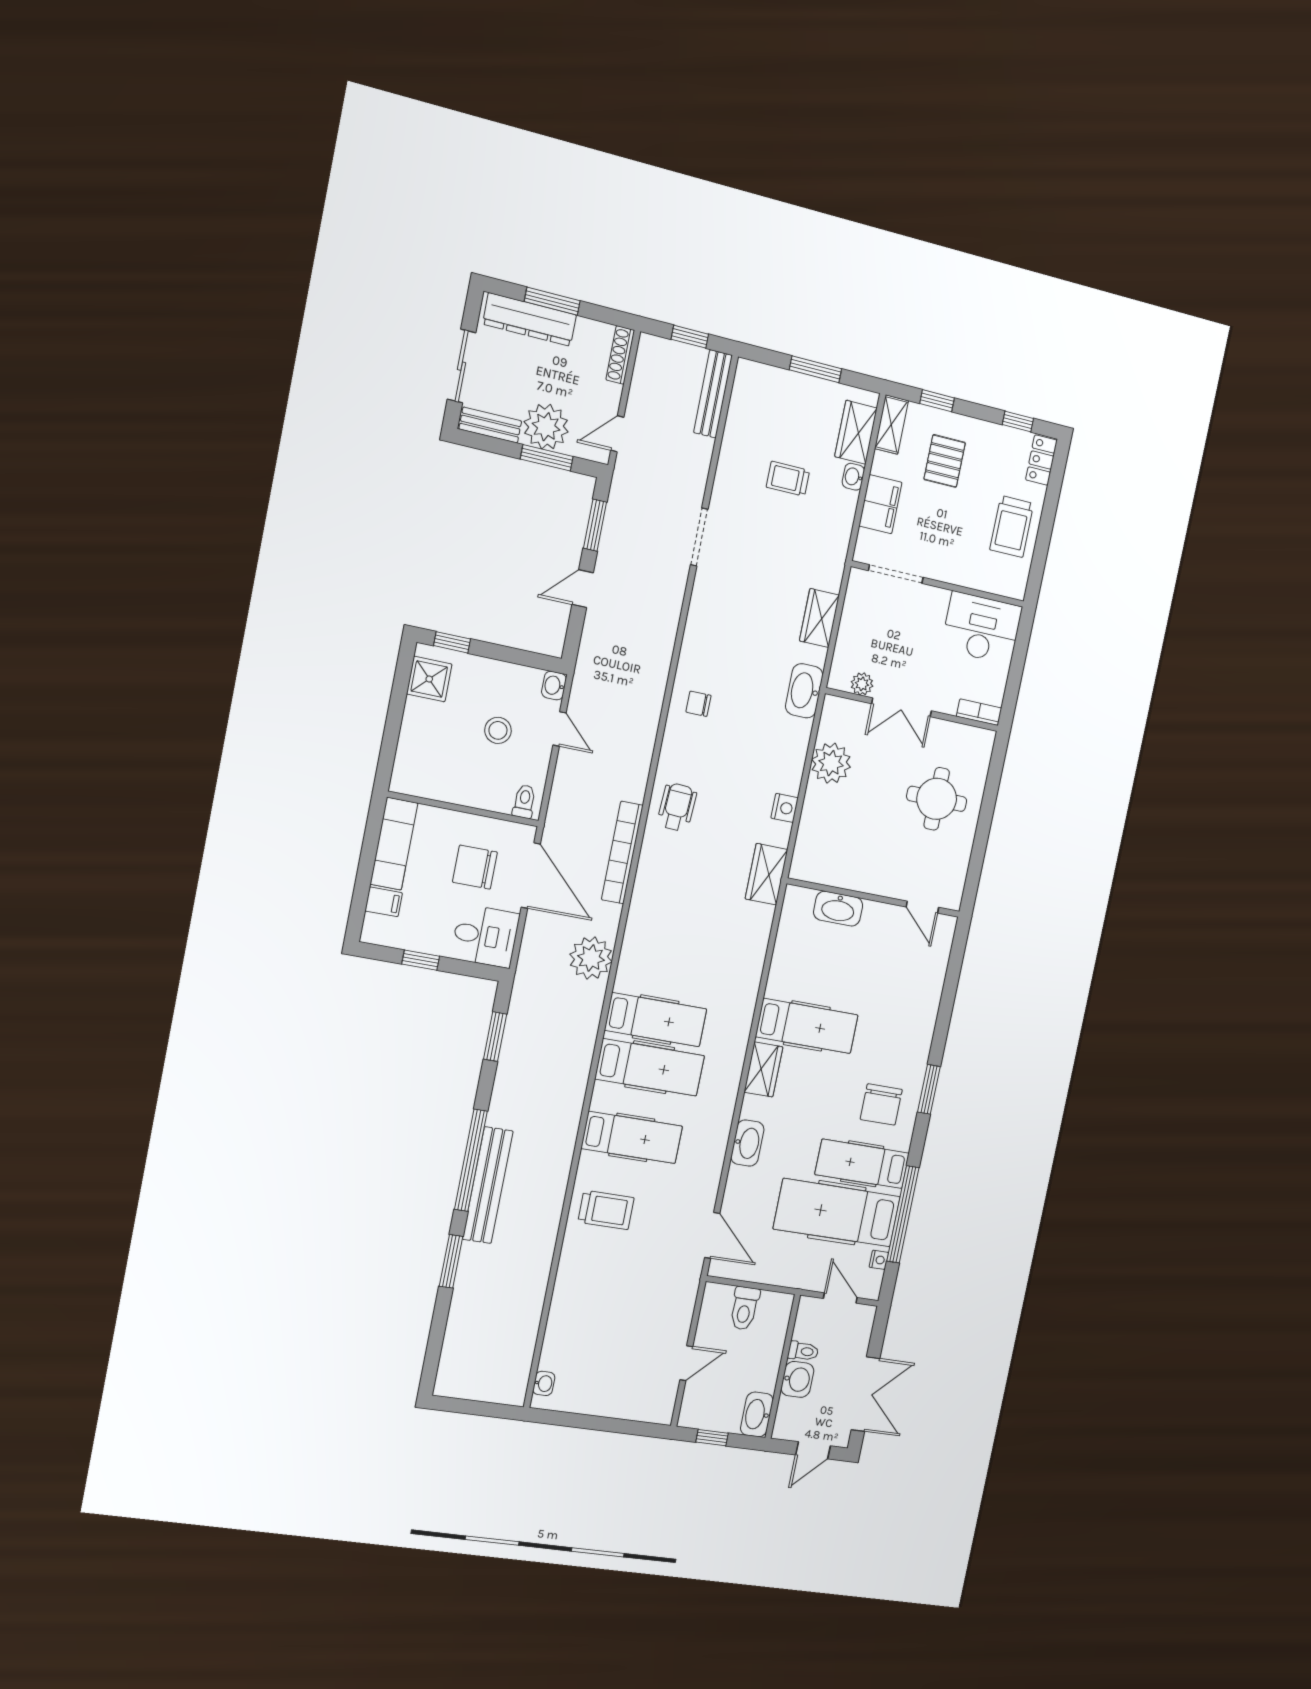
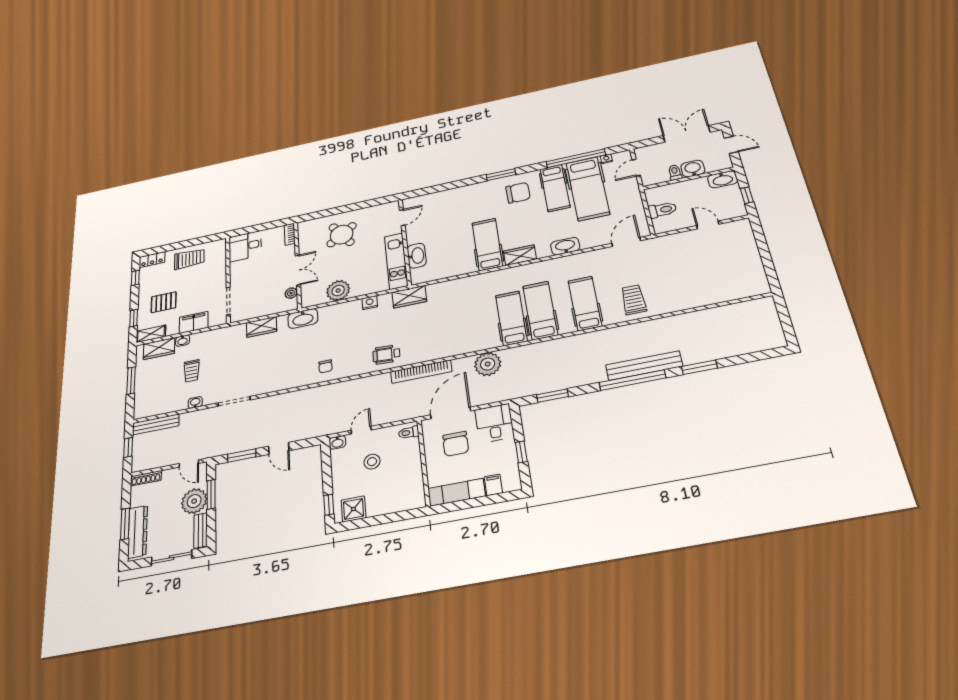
desk: (982, 628) -> (245, 246), width x0.73
round table: (937, 799) -> (342, 235), turned -35
kitchen unit: (843, 873) -> (396, 261), added
washbasin: (544, 1383) -> (195, 403), moved

